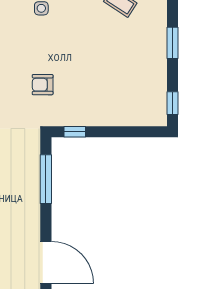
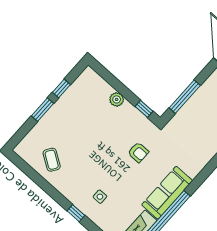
window: (172, 103) -> (61, 89), moved
plant: (109, 117) -> (117, 99), added

